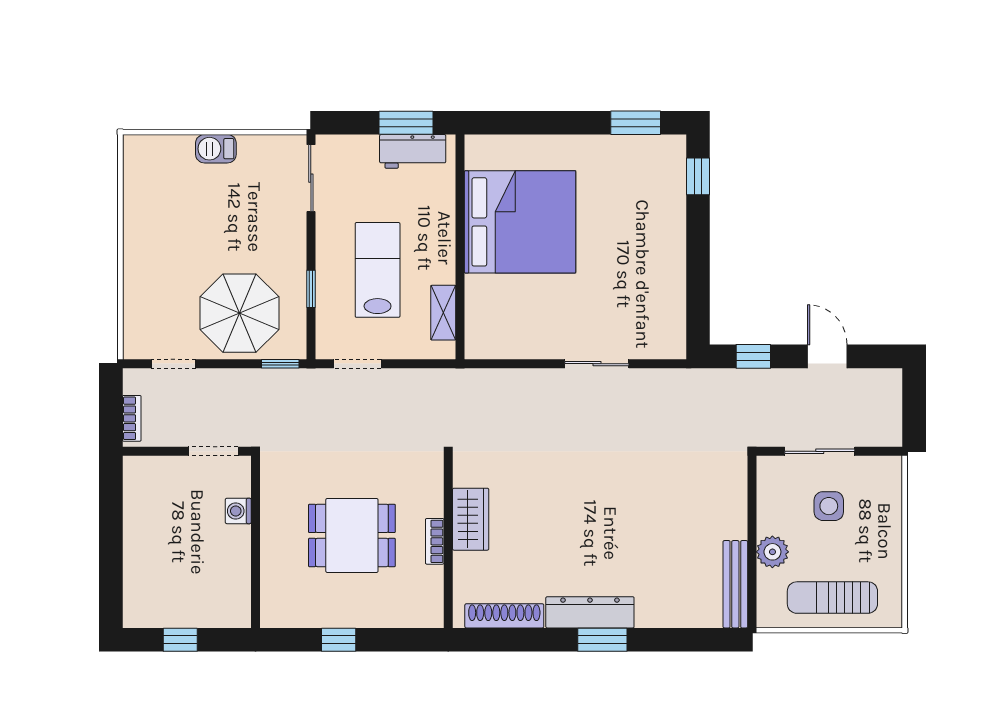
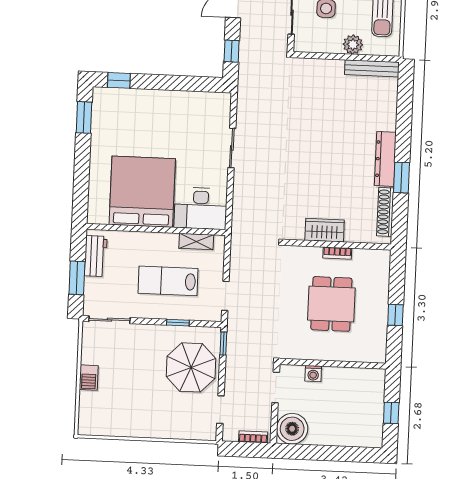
window: (406, 123) -> (77, 278), moved
desk: (497, 317) -> (201, 208), added
boiler: (148, 481) -> (292, 429), added
window: (602, 640) -> (401, 178), moved

